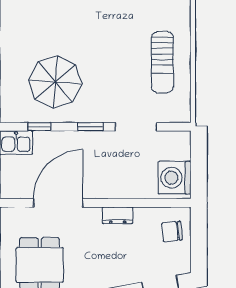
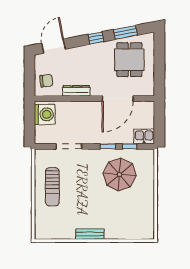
sun lounger: (162, 62) -> (52, 187), turned 180
window: (90, 127) -> (108, 146), moved
dresser: (118, 215) -> (76, 91), width x1.44

